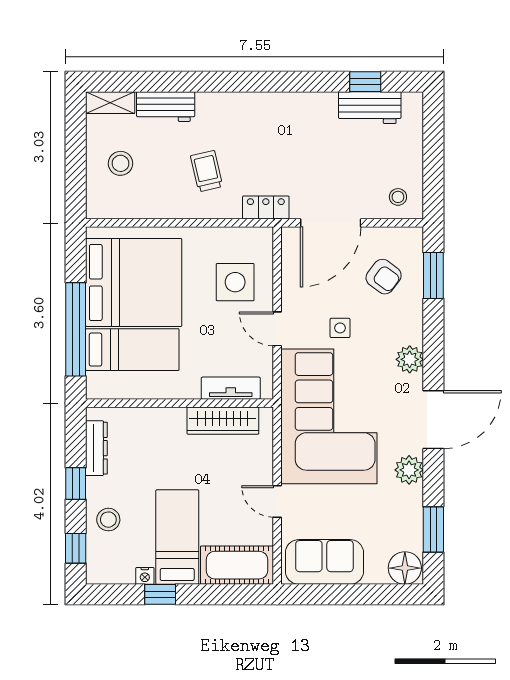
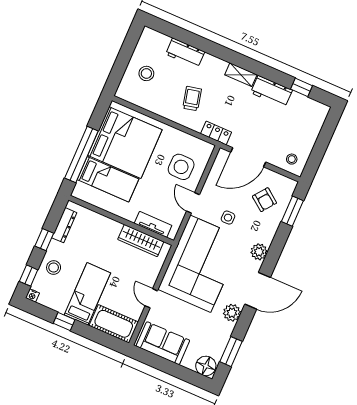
shelving: (110, 103) -> (241, 75), moved
workbench: (370, 108) -> (271, 91), moved
nightstand: (145, 576) -> (32, 295), moved

